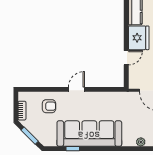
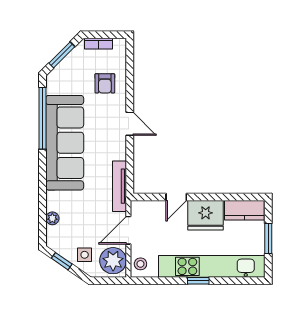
door: (126, 58) -> (176, 197), hinge flipped
tv unit: (119, 96) -> (119, 186), added
window: (73, 149) -> (42, 118), width x3.17

